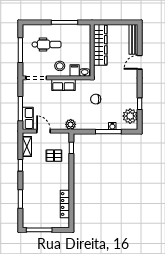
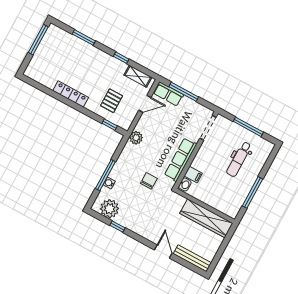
stool: (60, 66) -> (207, 161), removed
row of seats: (63, 85) -> (181, 160), width x1.48
locker: (65, 204) -> (71, 94), moved

